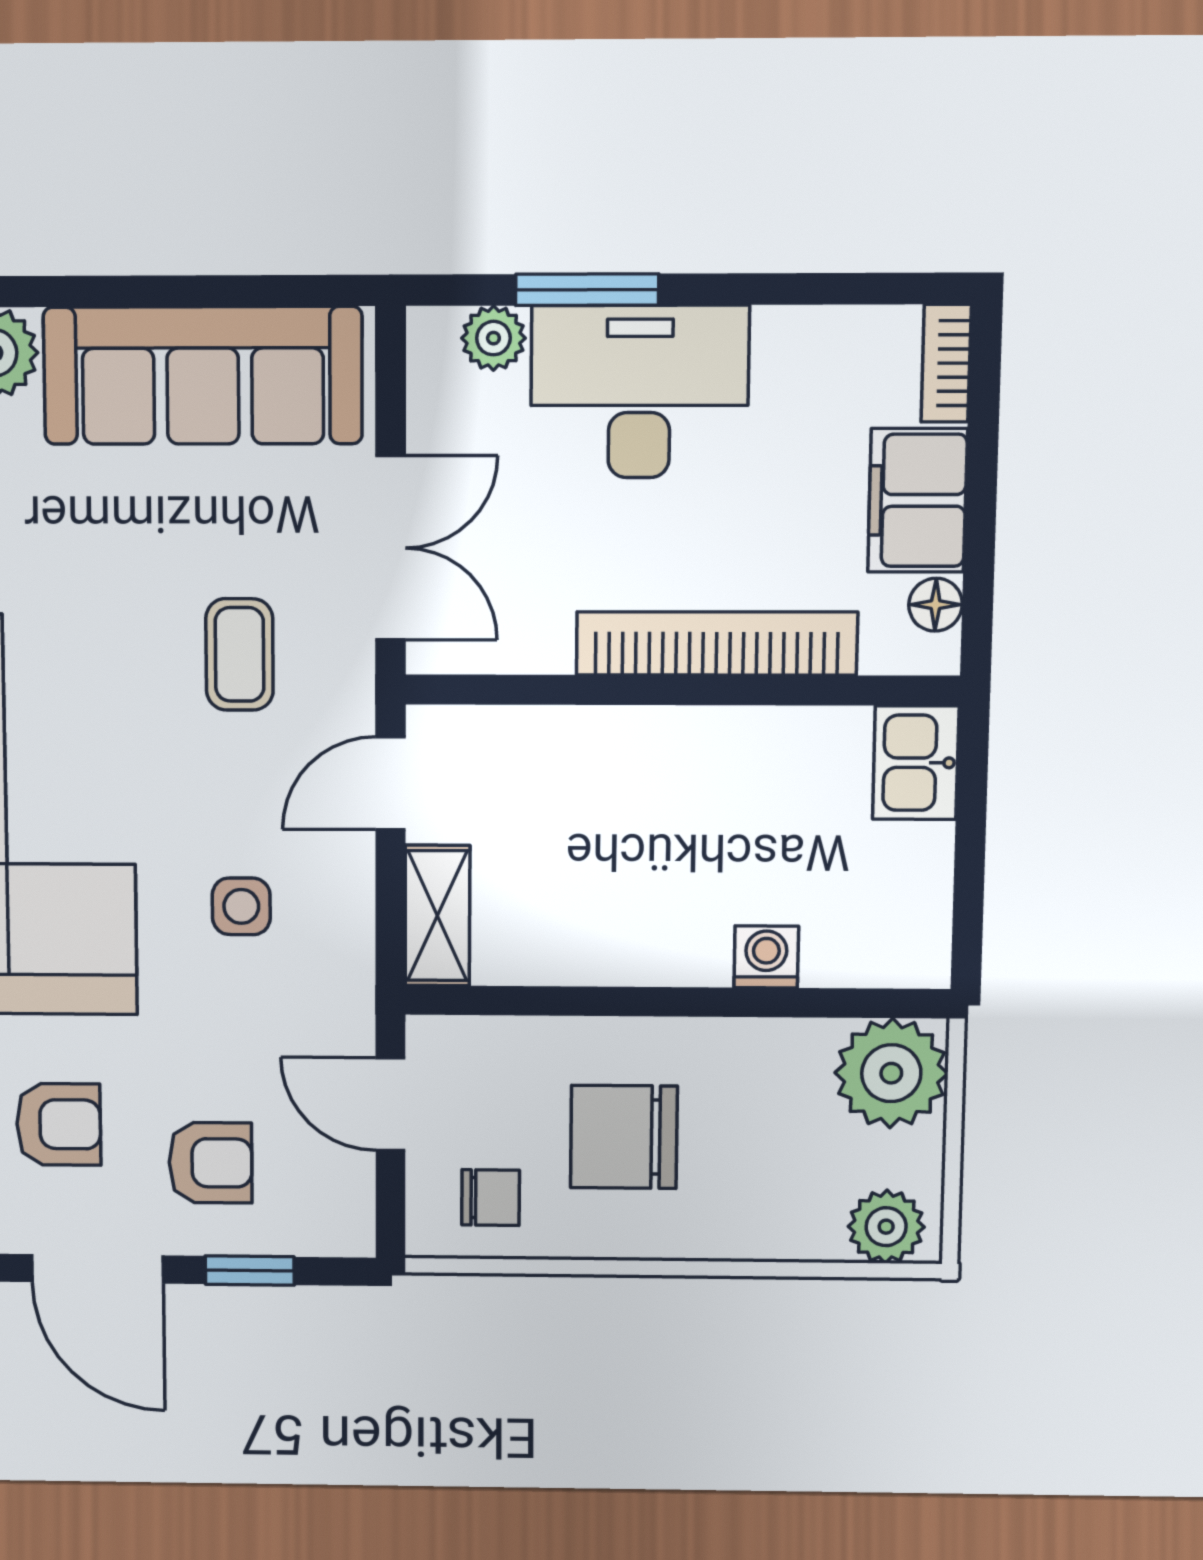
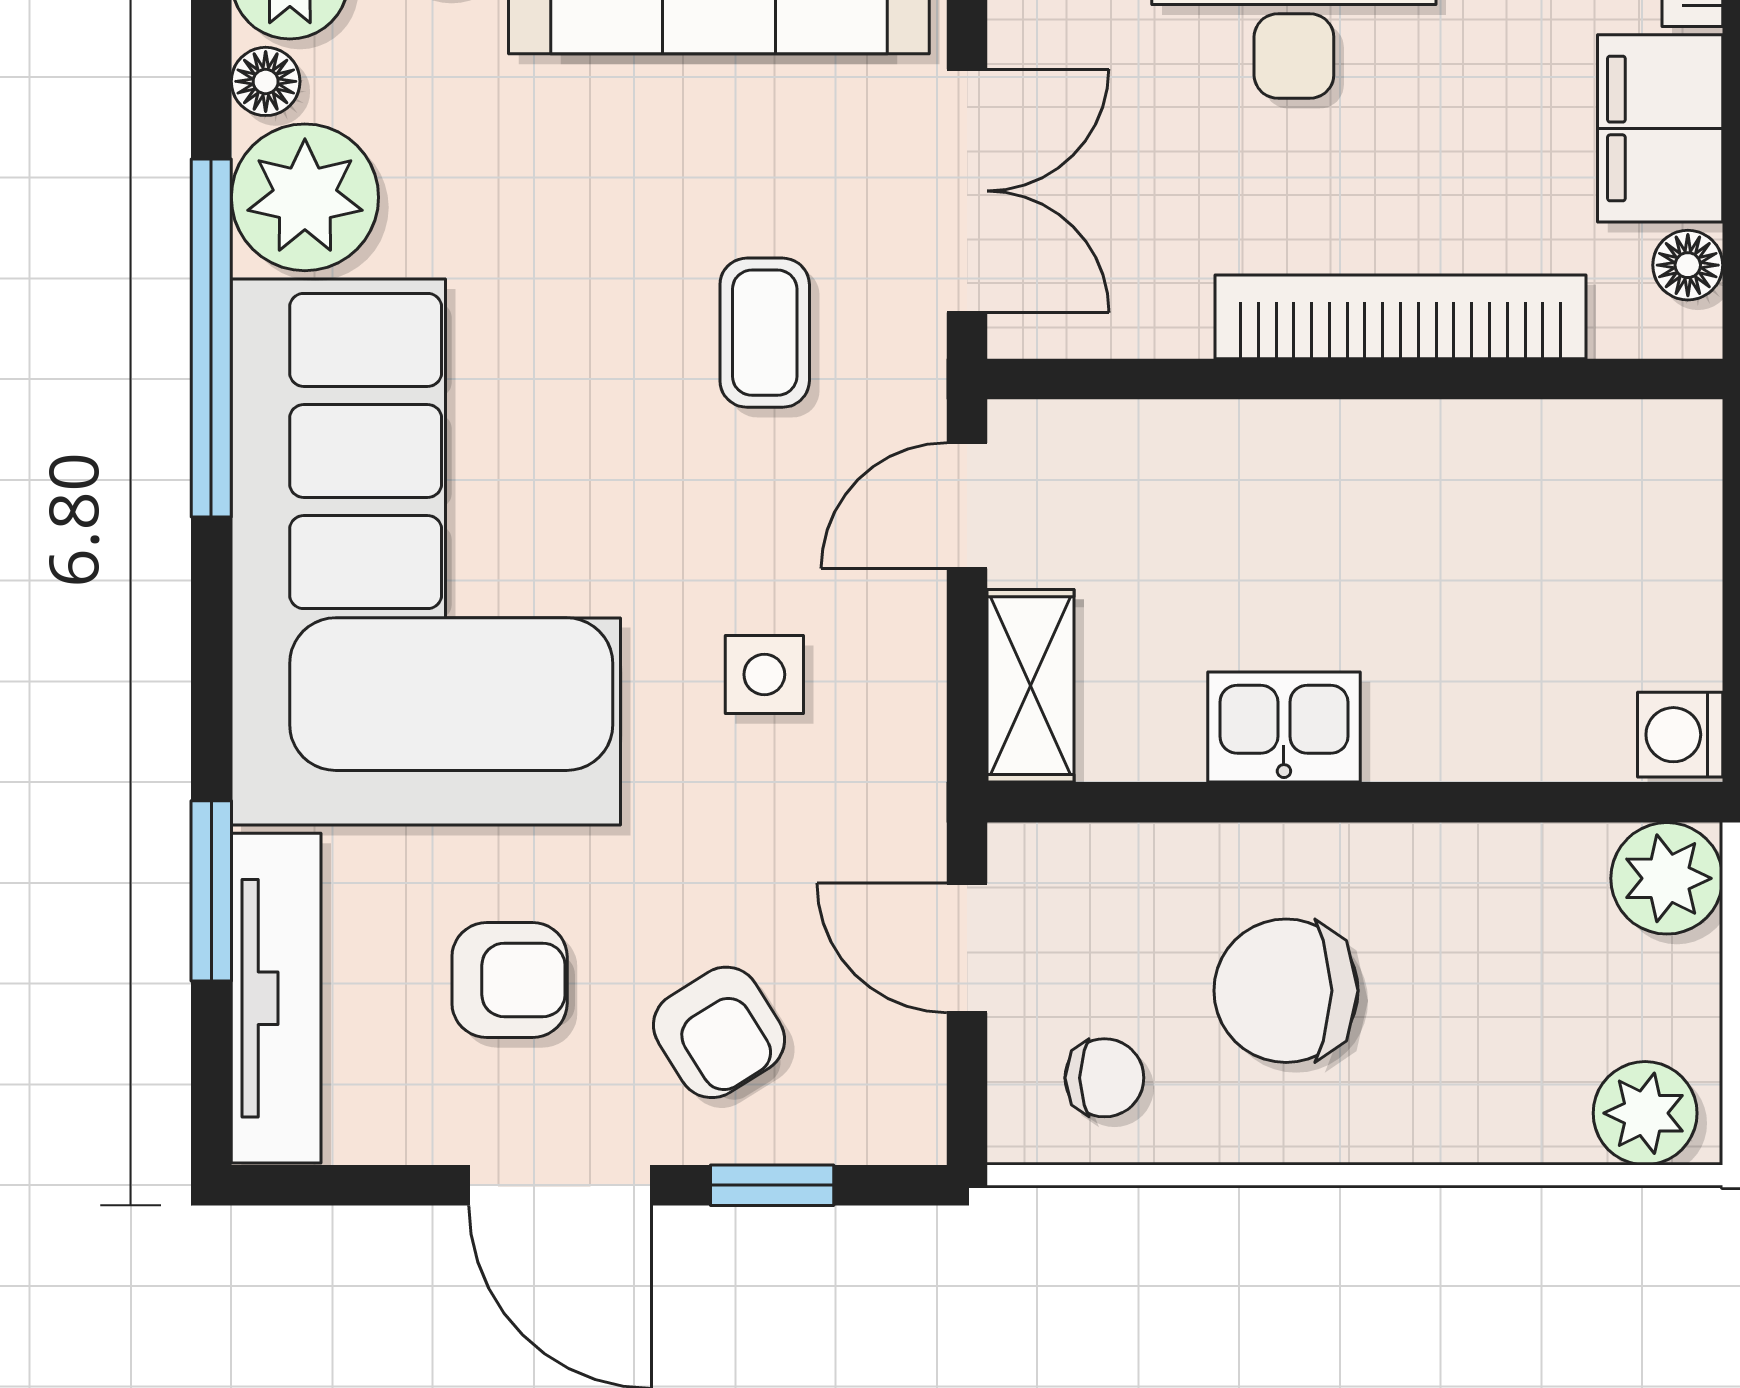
kitchen sink: (916, 763) -> (1284, 727), moved, turned 90
washing machine: (766, 957) -> (1680, 735), moved, turned -90
plant: (891, 1073) -> (1667, 878), width x0.73, depth x0.73
armchair: (210, 1163) -> (719, 1032), turned 58

